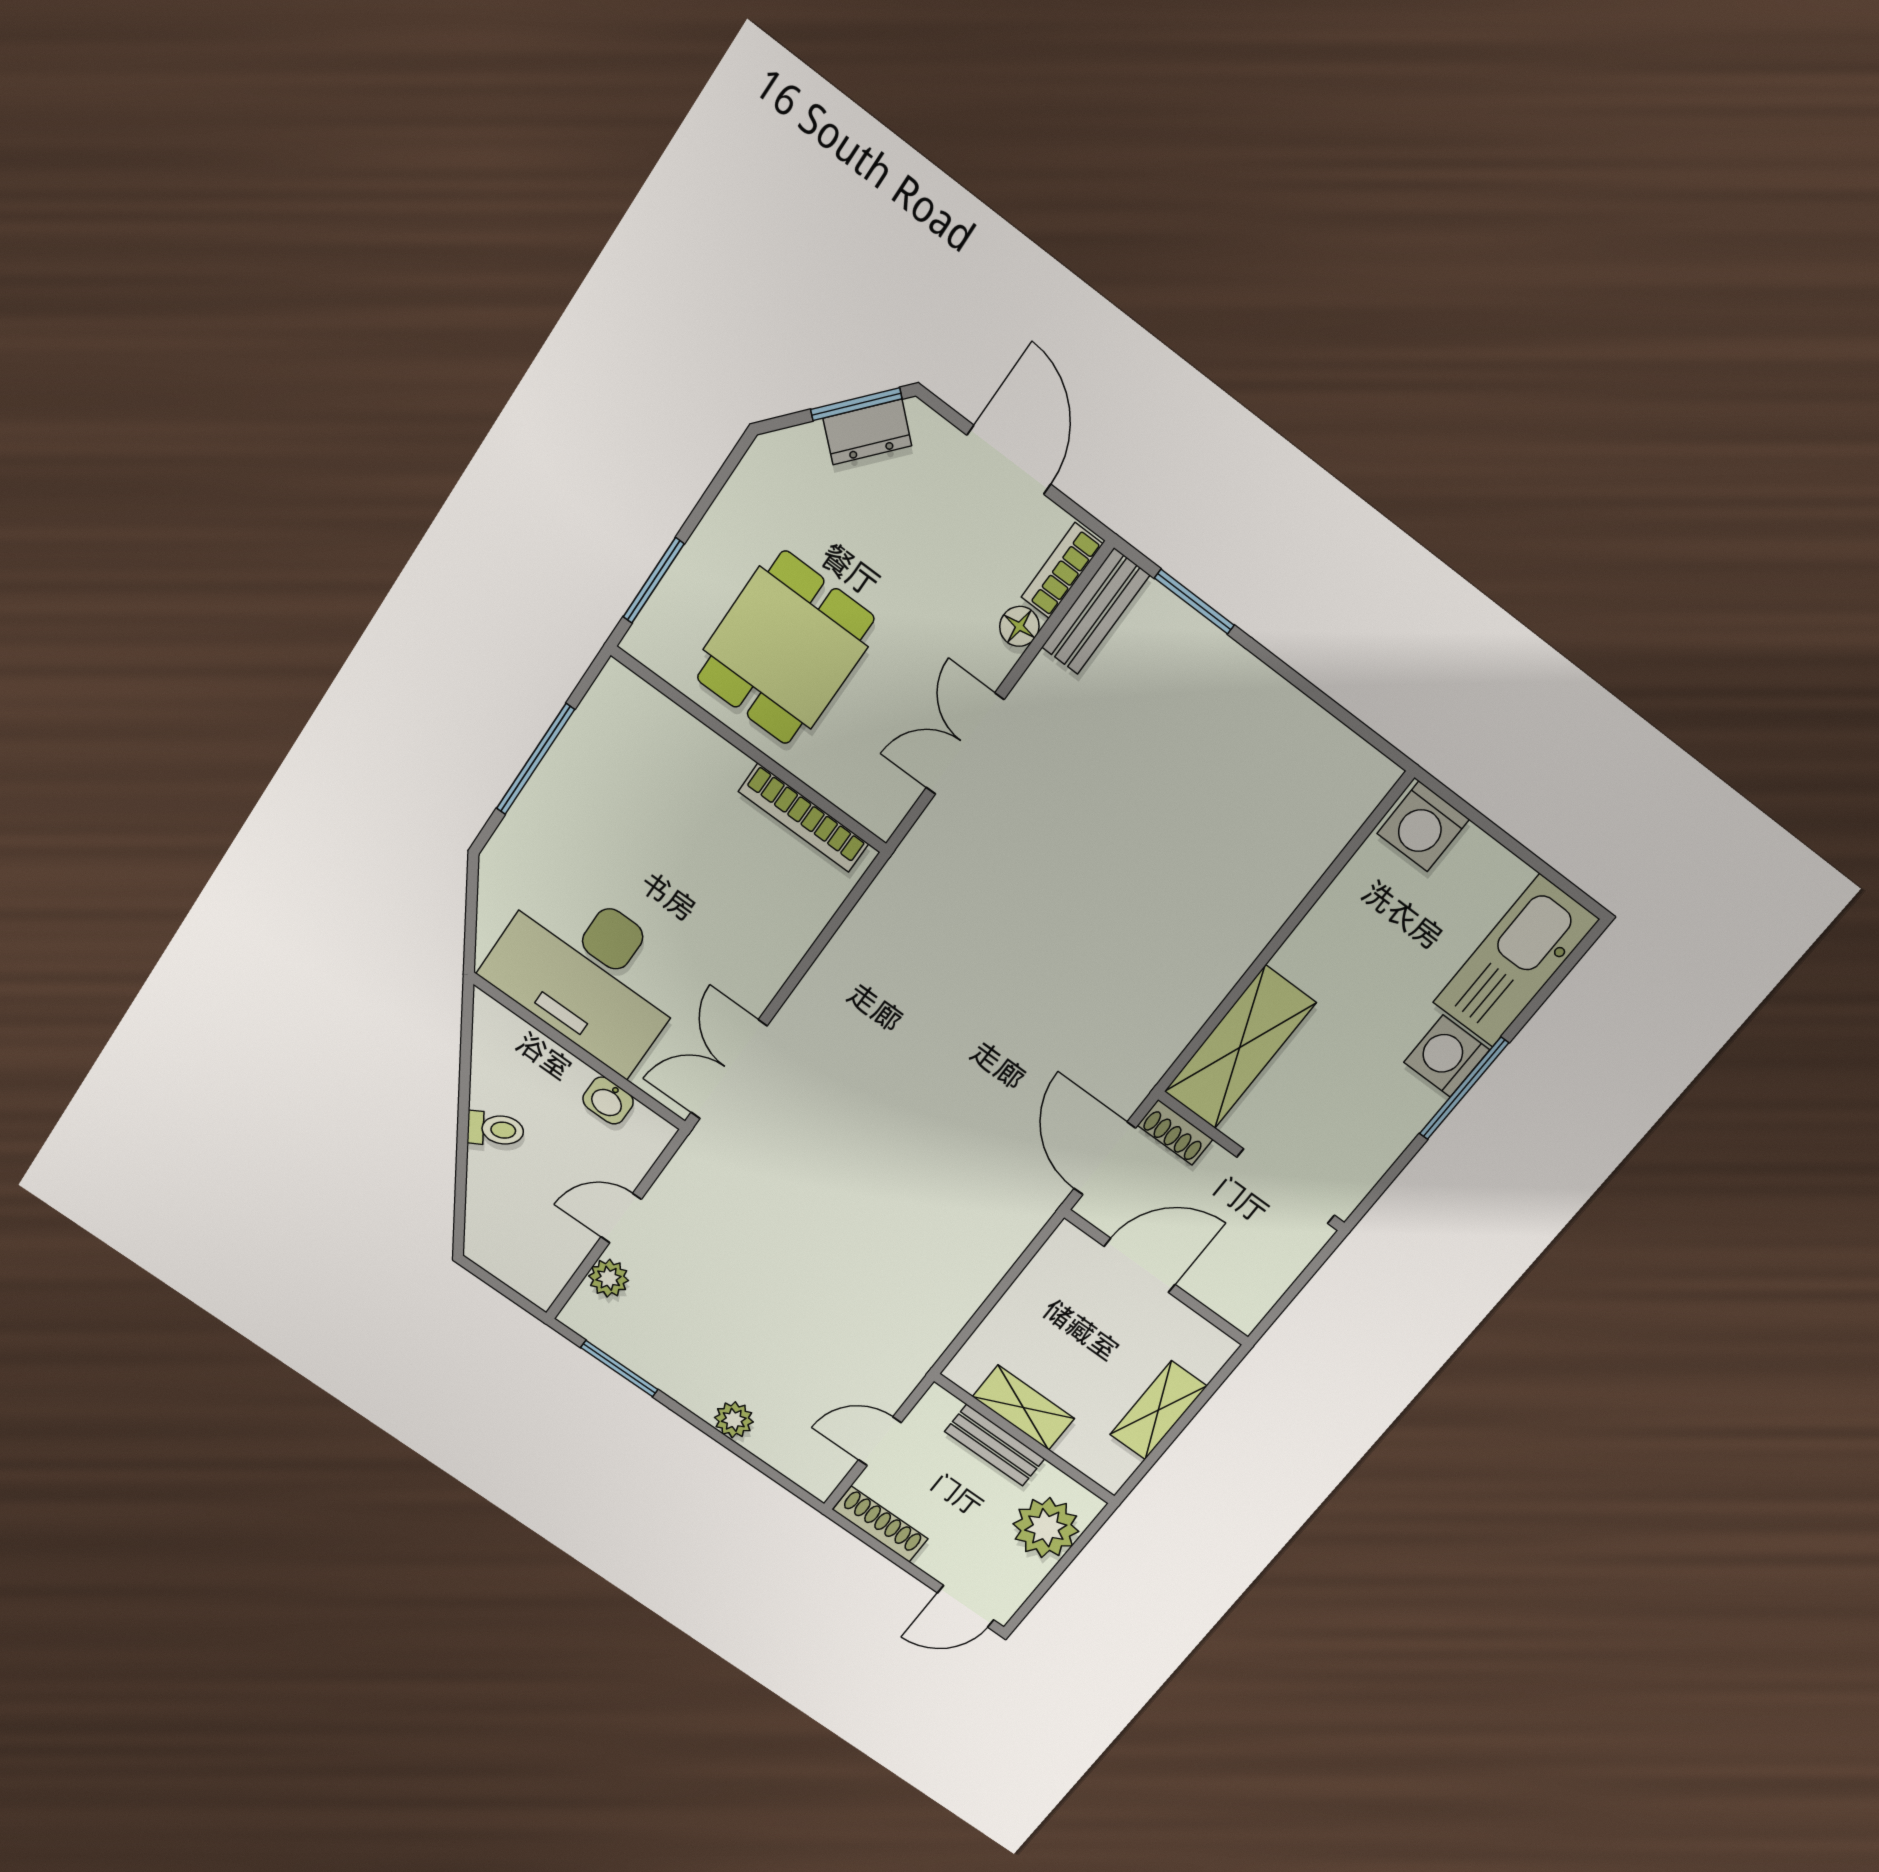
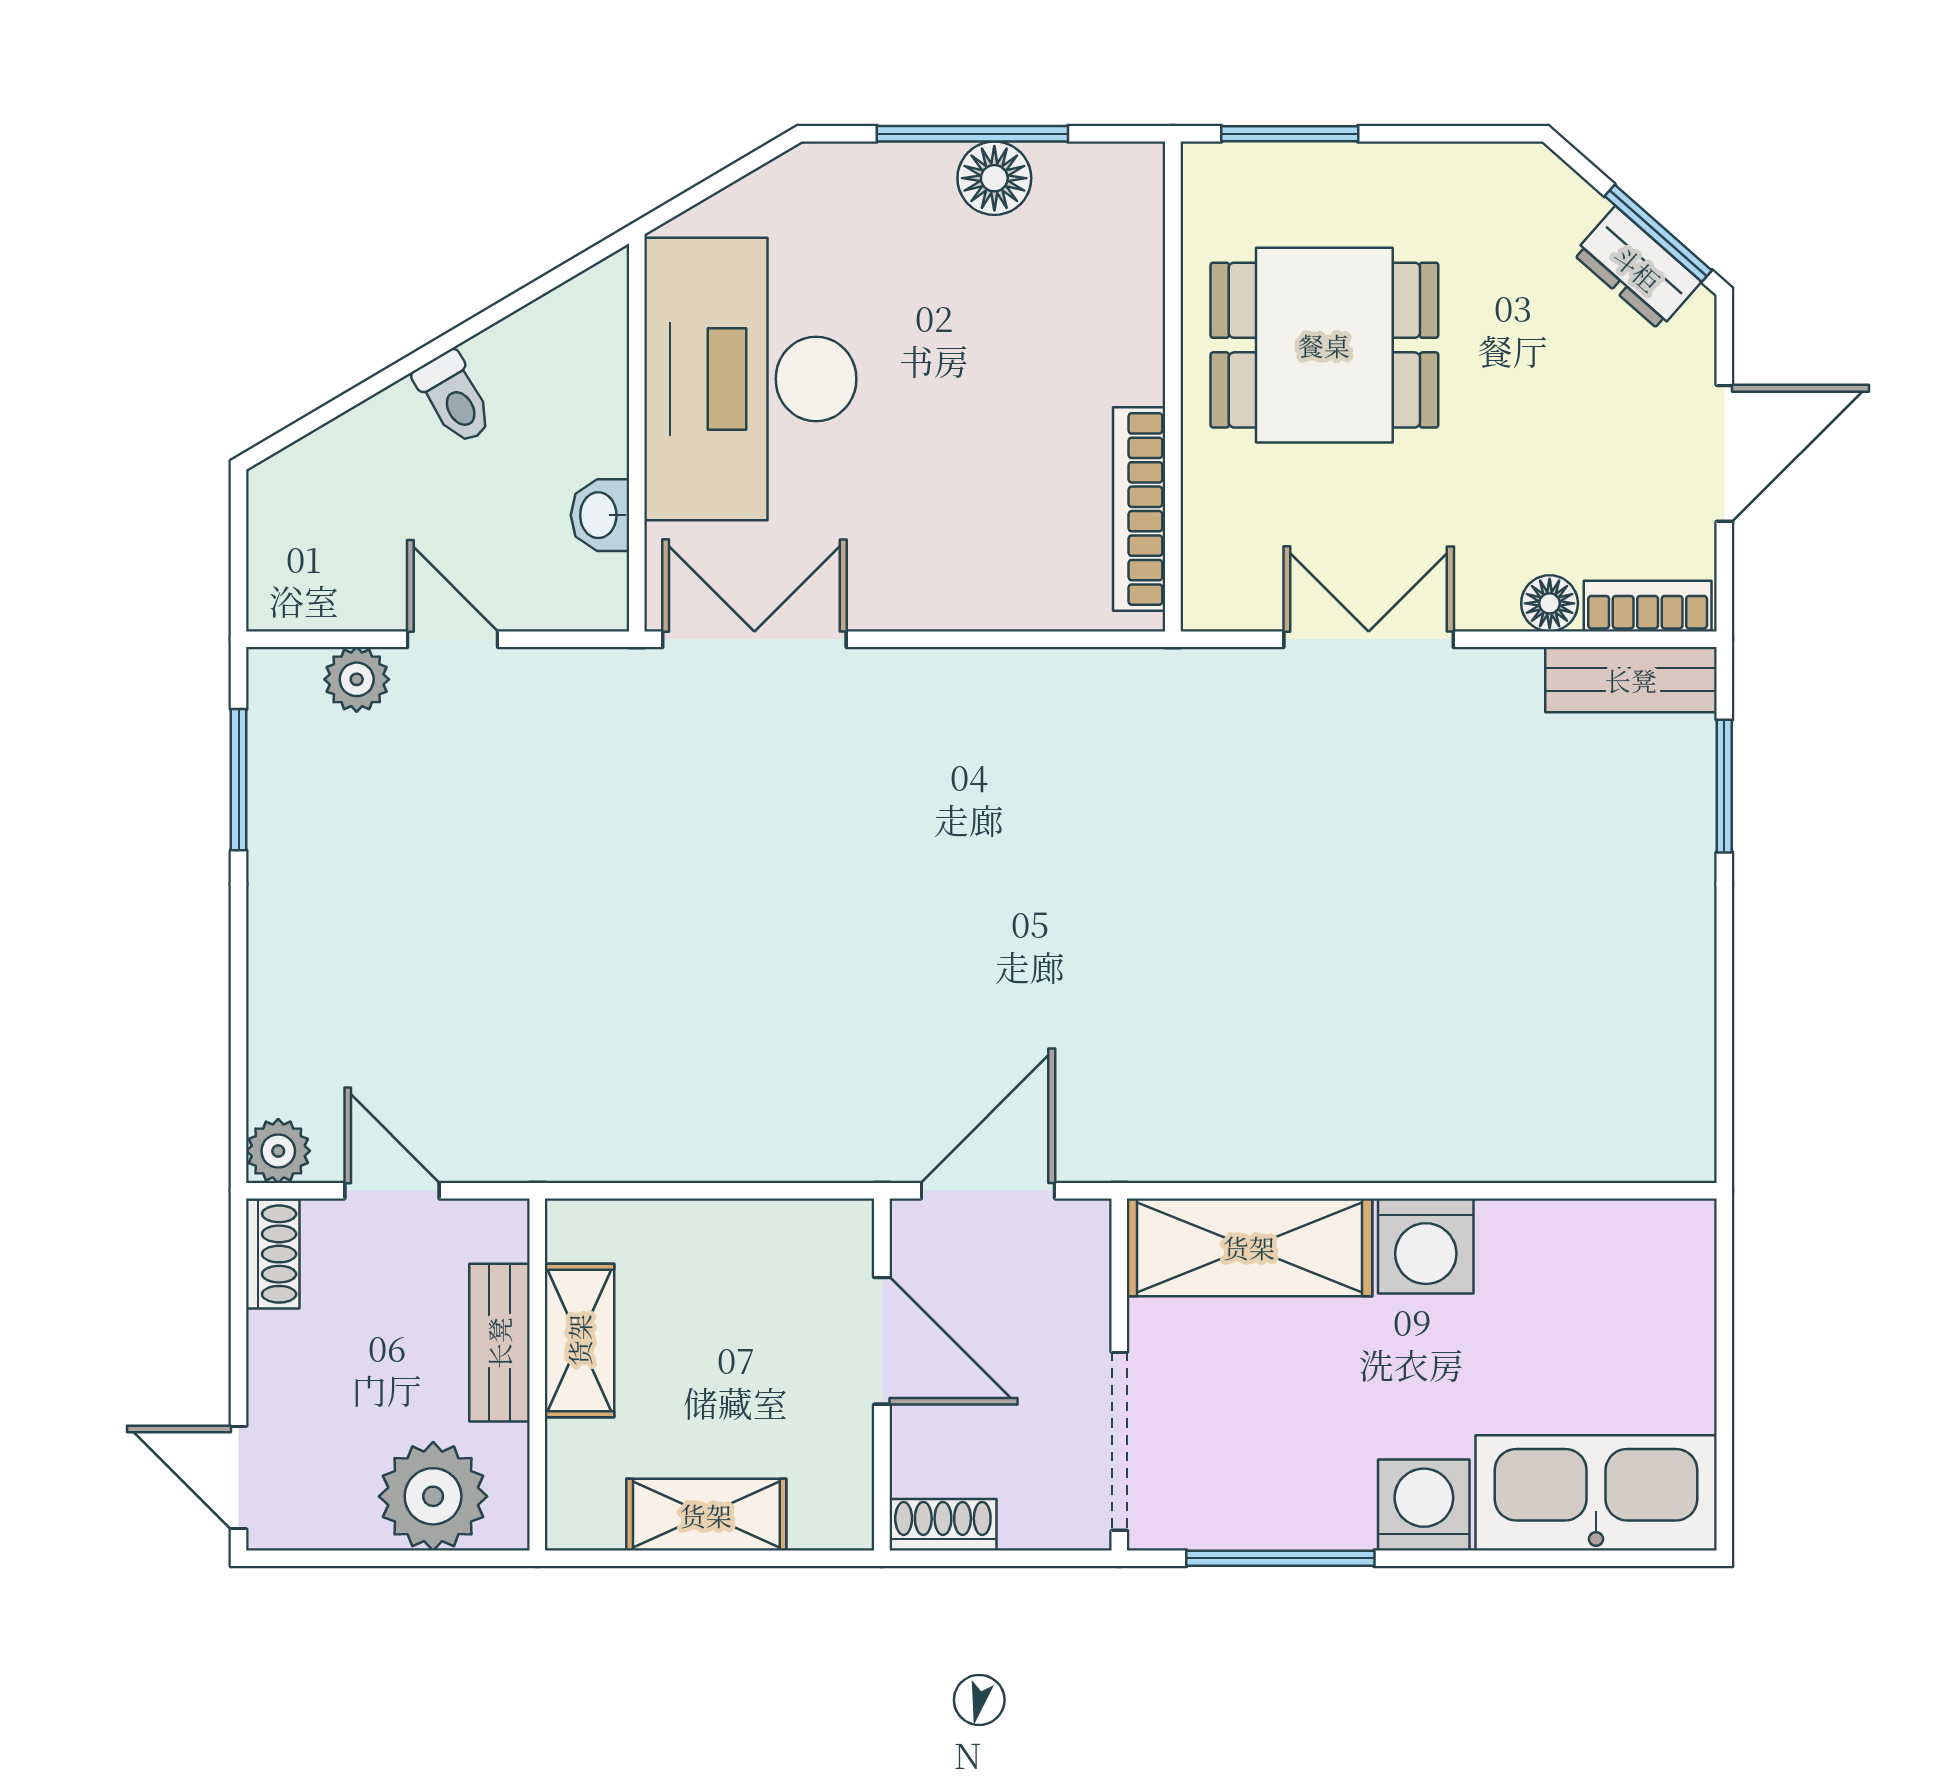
floor lamp: (568, 765) -> (994, 178), added
washing machine: (1423, 826) -> (1426, 1246), moved, turned -90
window: (1464, 1088) -> (1280, 1558), moved
shoe rack: (1175, 1132) -> (943, 1525), moved, turned 90
plant: (734, 1420) -> (278, 1151), moved
shoe rack: (880, 1524) -> (273, 1254), width x0.70

